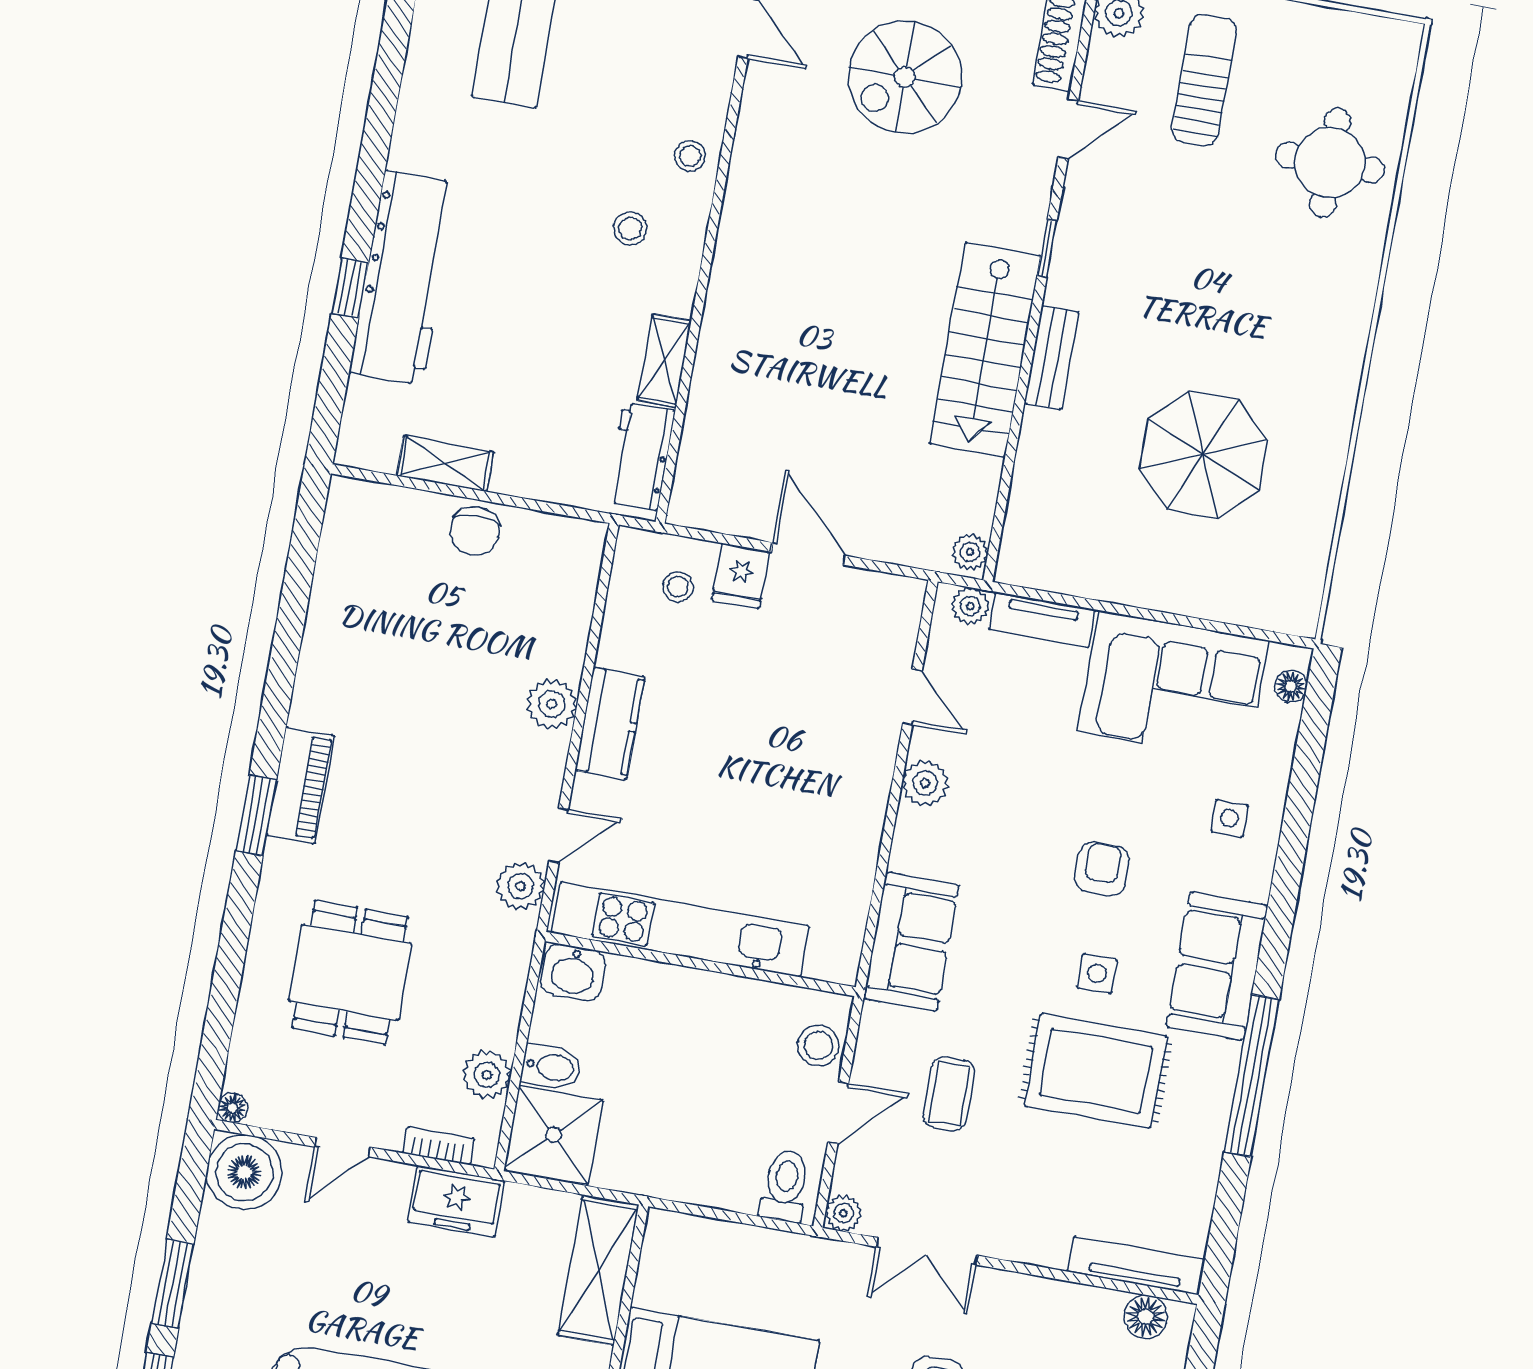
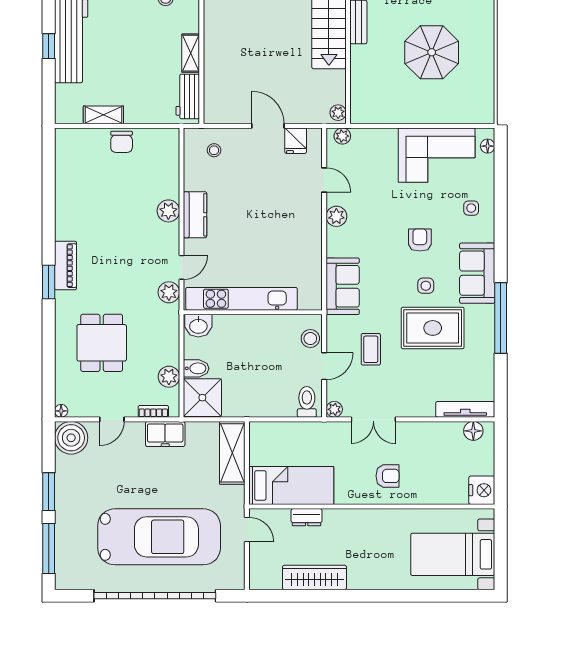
fridge: (741, 576) -> (296, 141), moved
tv unit: (1042, 620) -> (374, 136), removed

